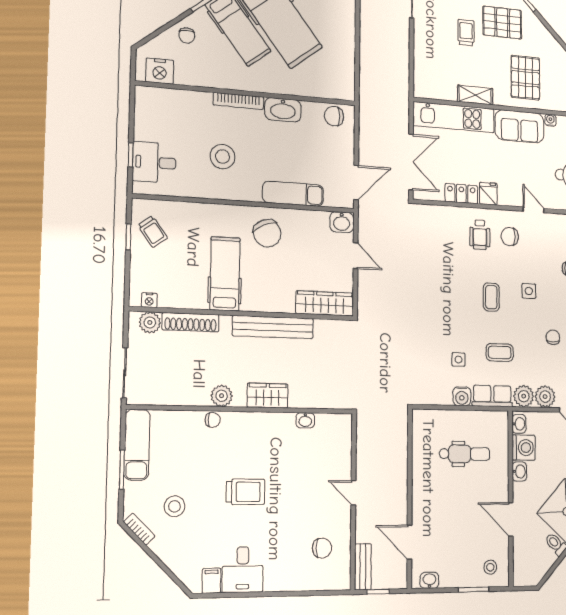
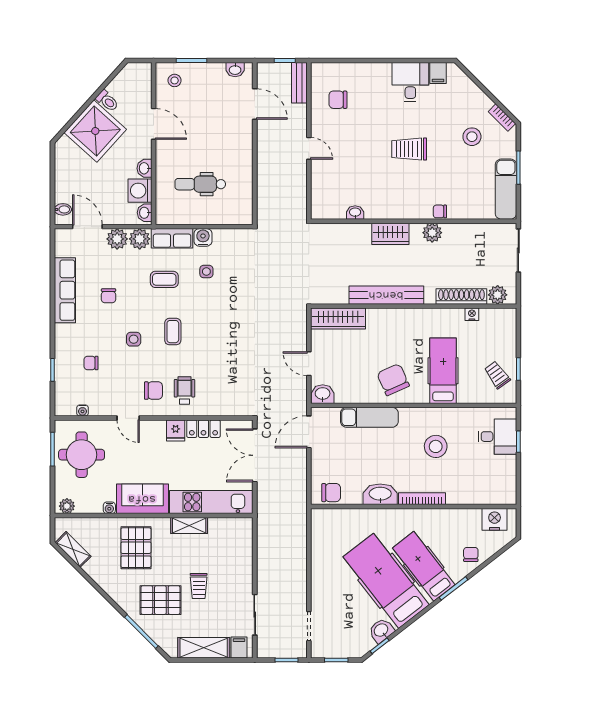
hospital bed: (225, 274) -> (443, 371), moved, turned 180
nightstand: (149, 300) -> (472, 314), moved

